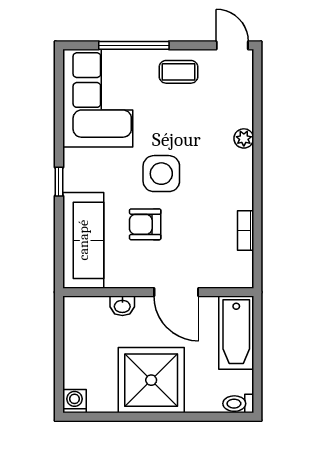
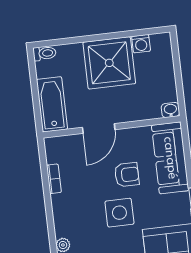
door: (176, 292) -> (99, 128), swing flipped
washbasin: (122, 306) -> (170, 110), moved
washing machine: (75, 401) -> (141, 44), moved

